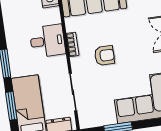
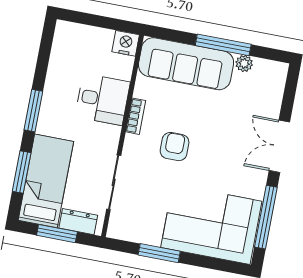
armchair: (104, 56) -> (175, 147), turned -90

